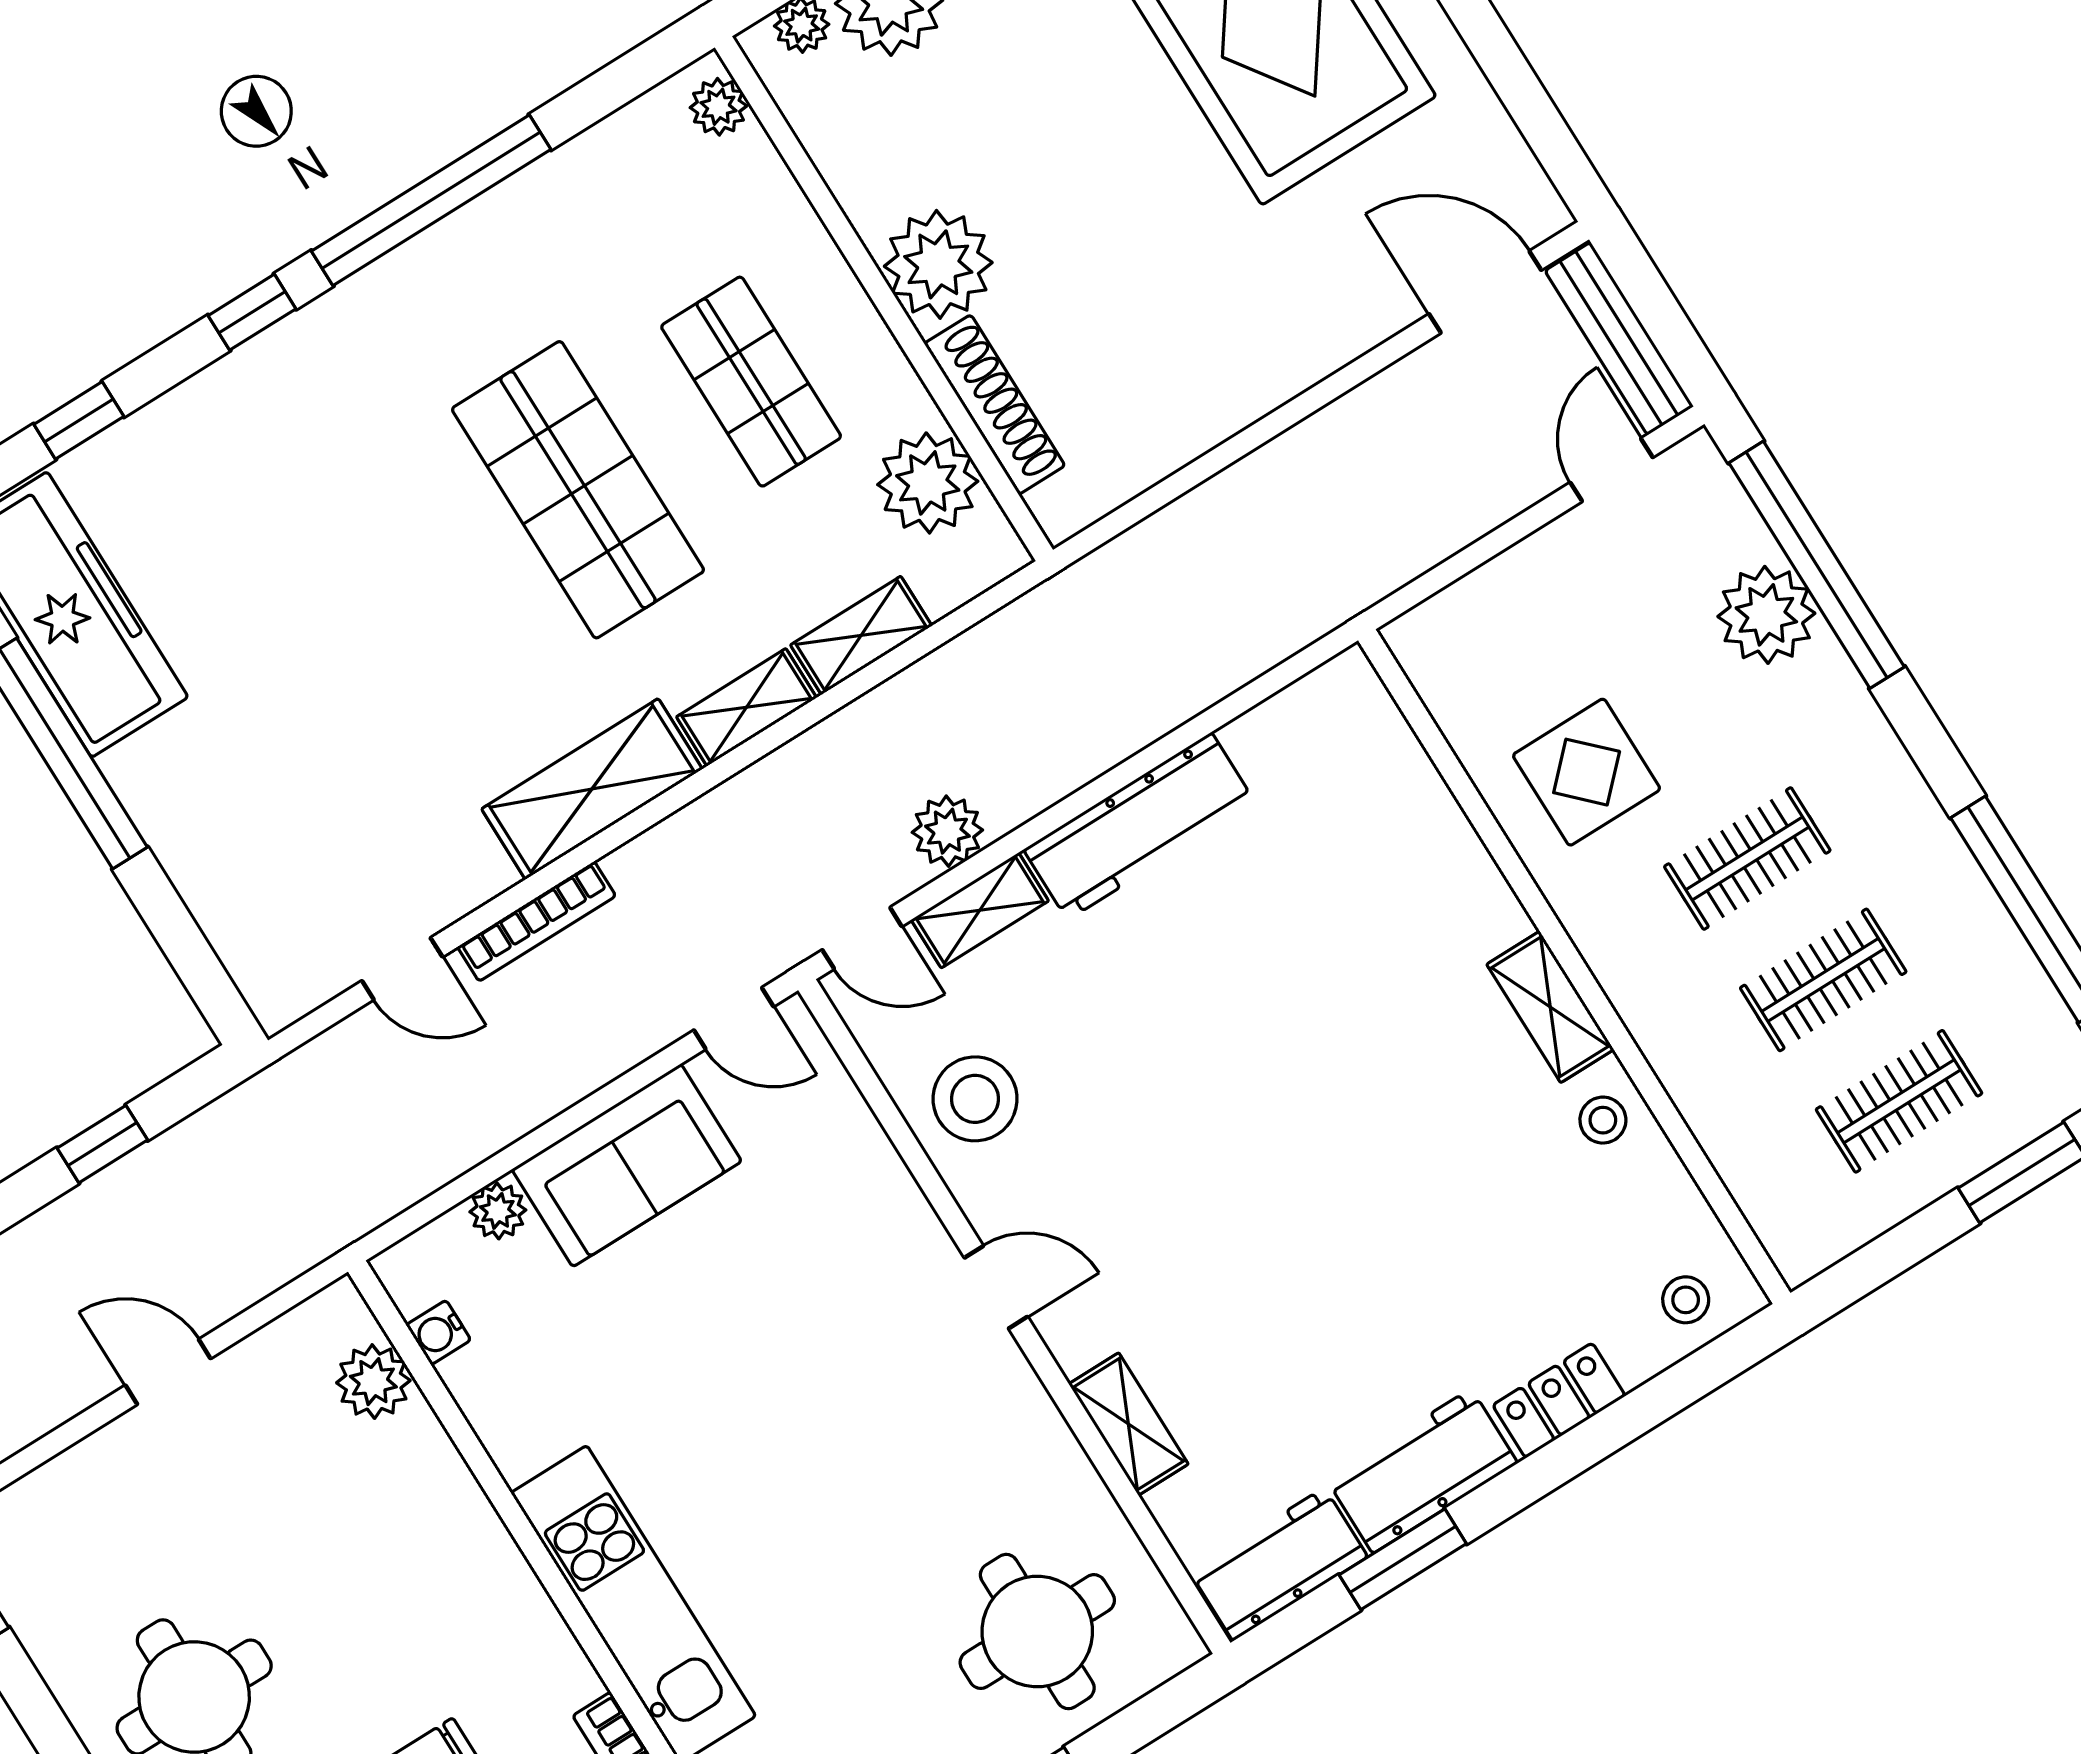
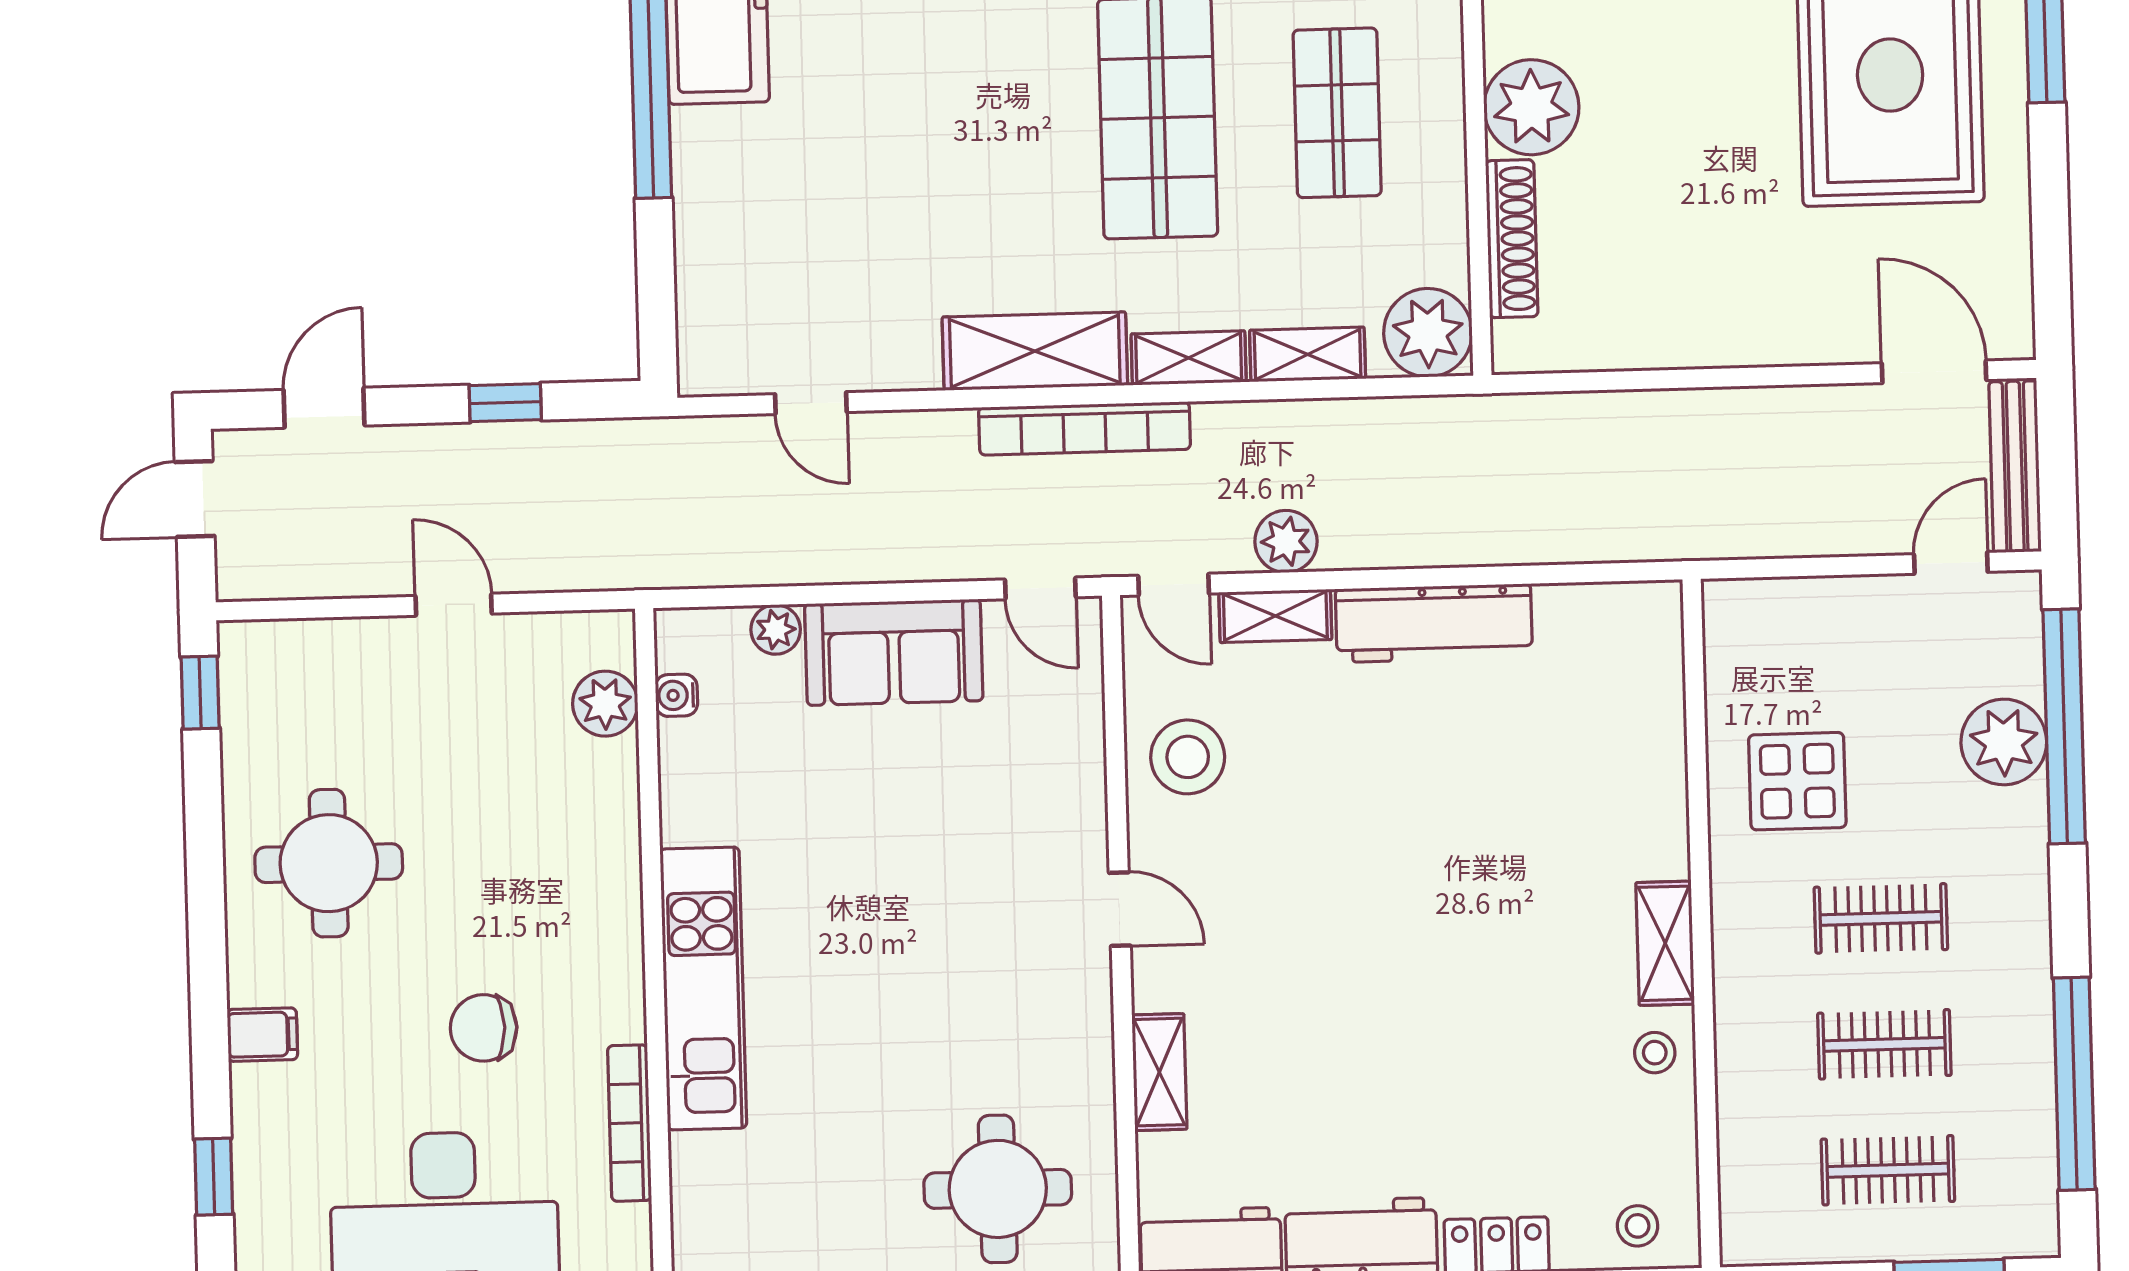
plant: (928, 483) -> (1428, 333), moved
bookcase: (537, 921) -> (1084, 428), moved, width x1.48, depth x1.31

